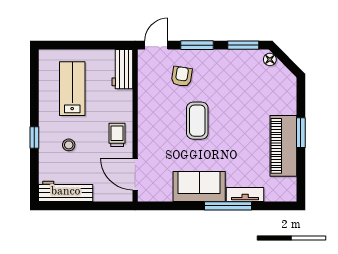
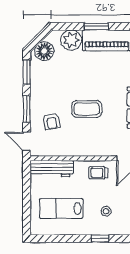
floor lamp: (270, 59) -> (44, 51), width x1.89, depth x1.89
workbench: (122, 69) -> (52, 169), width x1.38
armchair: (182, 76) -> (52, 121), turned -110
plant: (284, 101) -> (71, 40), added

